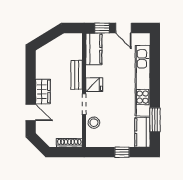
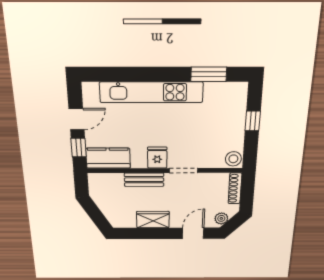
wardrobe: (43, 92) -> (153, 220), moved
stool: (94, 123) -> (233, 159), moved
kitchen counter: (142, 132) -> (226, 92), removed
plant: (44, 134) -> (221, 218), added

